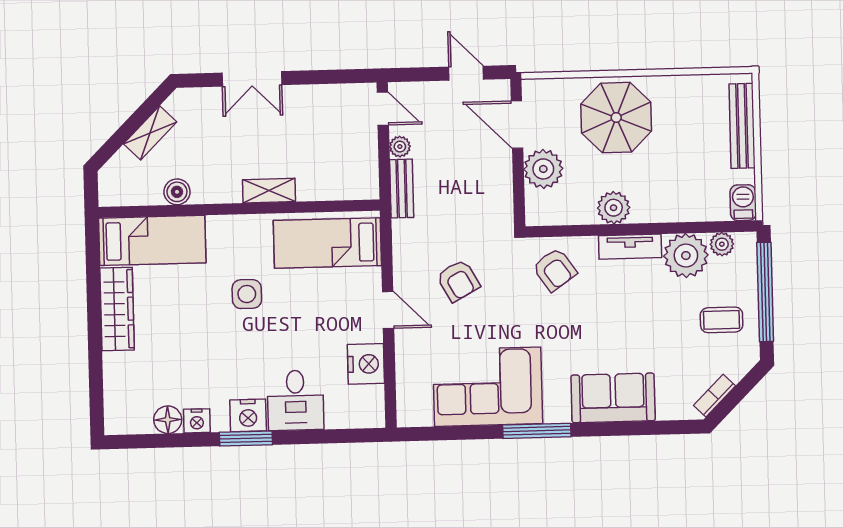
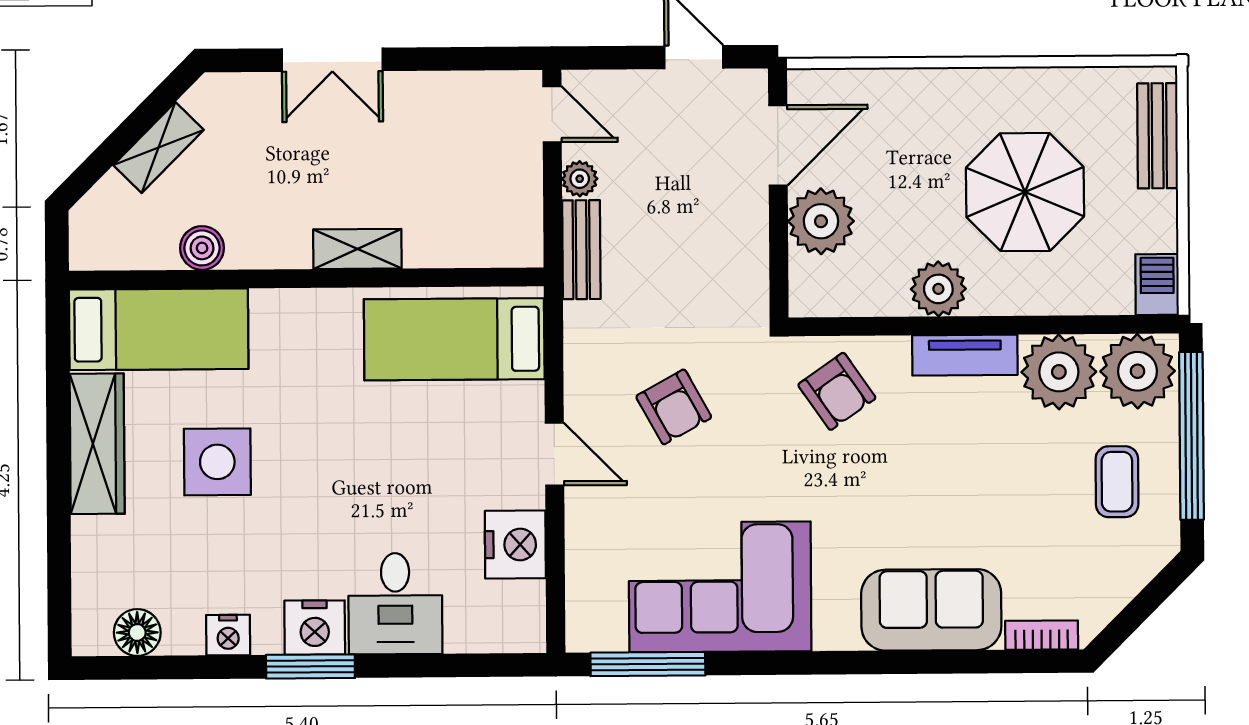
parasol: (616, 118) -> (1025, 192), moved
door: (517, 125) -> (778, 145), swing flipped
bench: (742, 126) -> (1158, 136), width x0.73
plant: (722, 244) -> (1138, 371), width x1.87, depth x1.87
side table: (247, 294) -> (217, 462), moved, width x1.37, depth x1.37
coffee table: (722, 320) -> (1117, 482), turned 90
bookcase: (714, 396) -> (1042, 635), moved, turned 45
floor lamp: (168, 420) -> (137, 633), moved
window: (537, 431) -> (648, 664), moved

